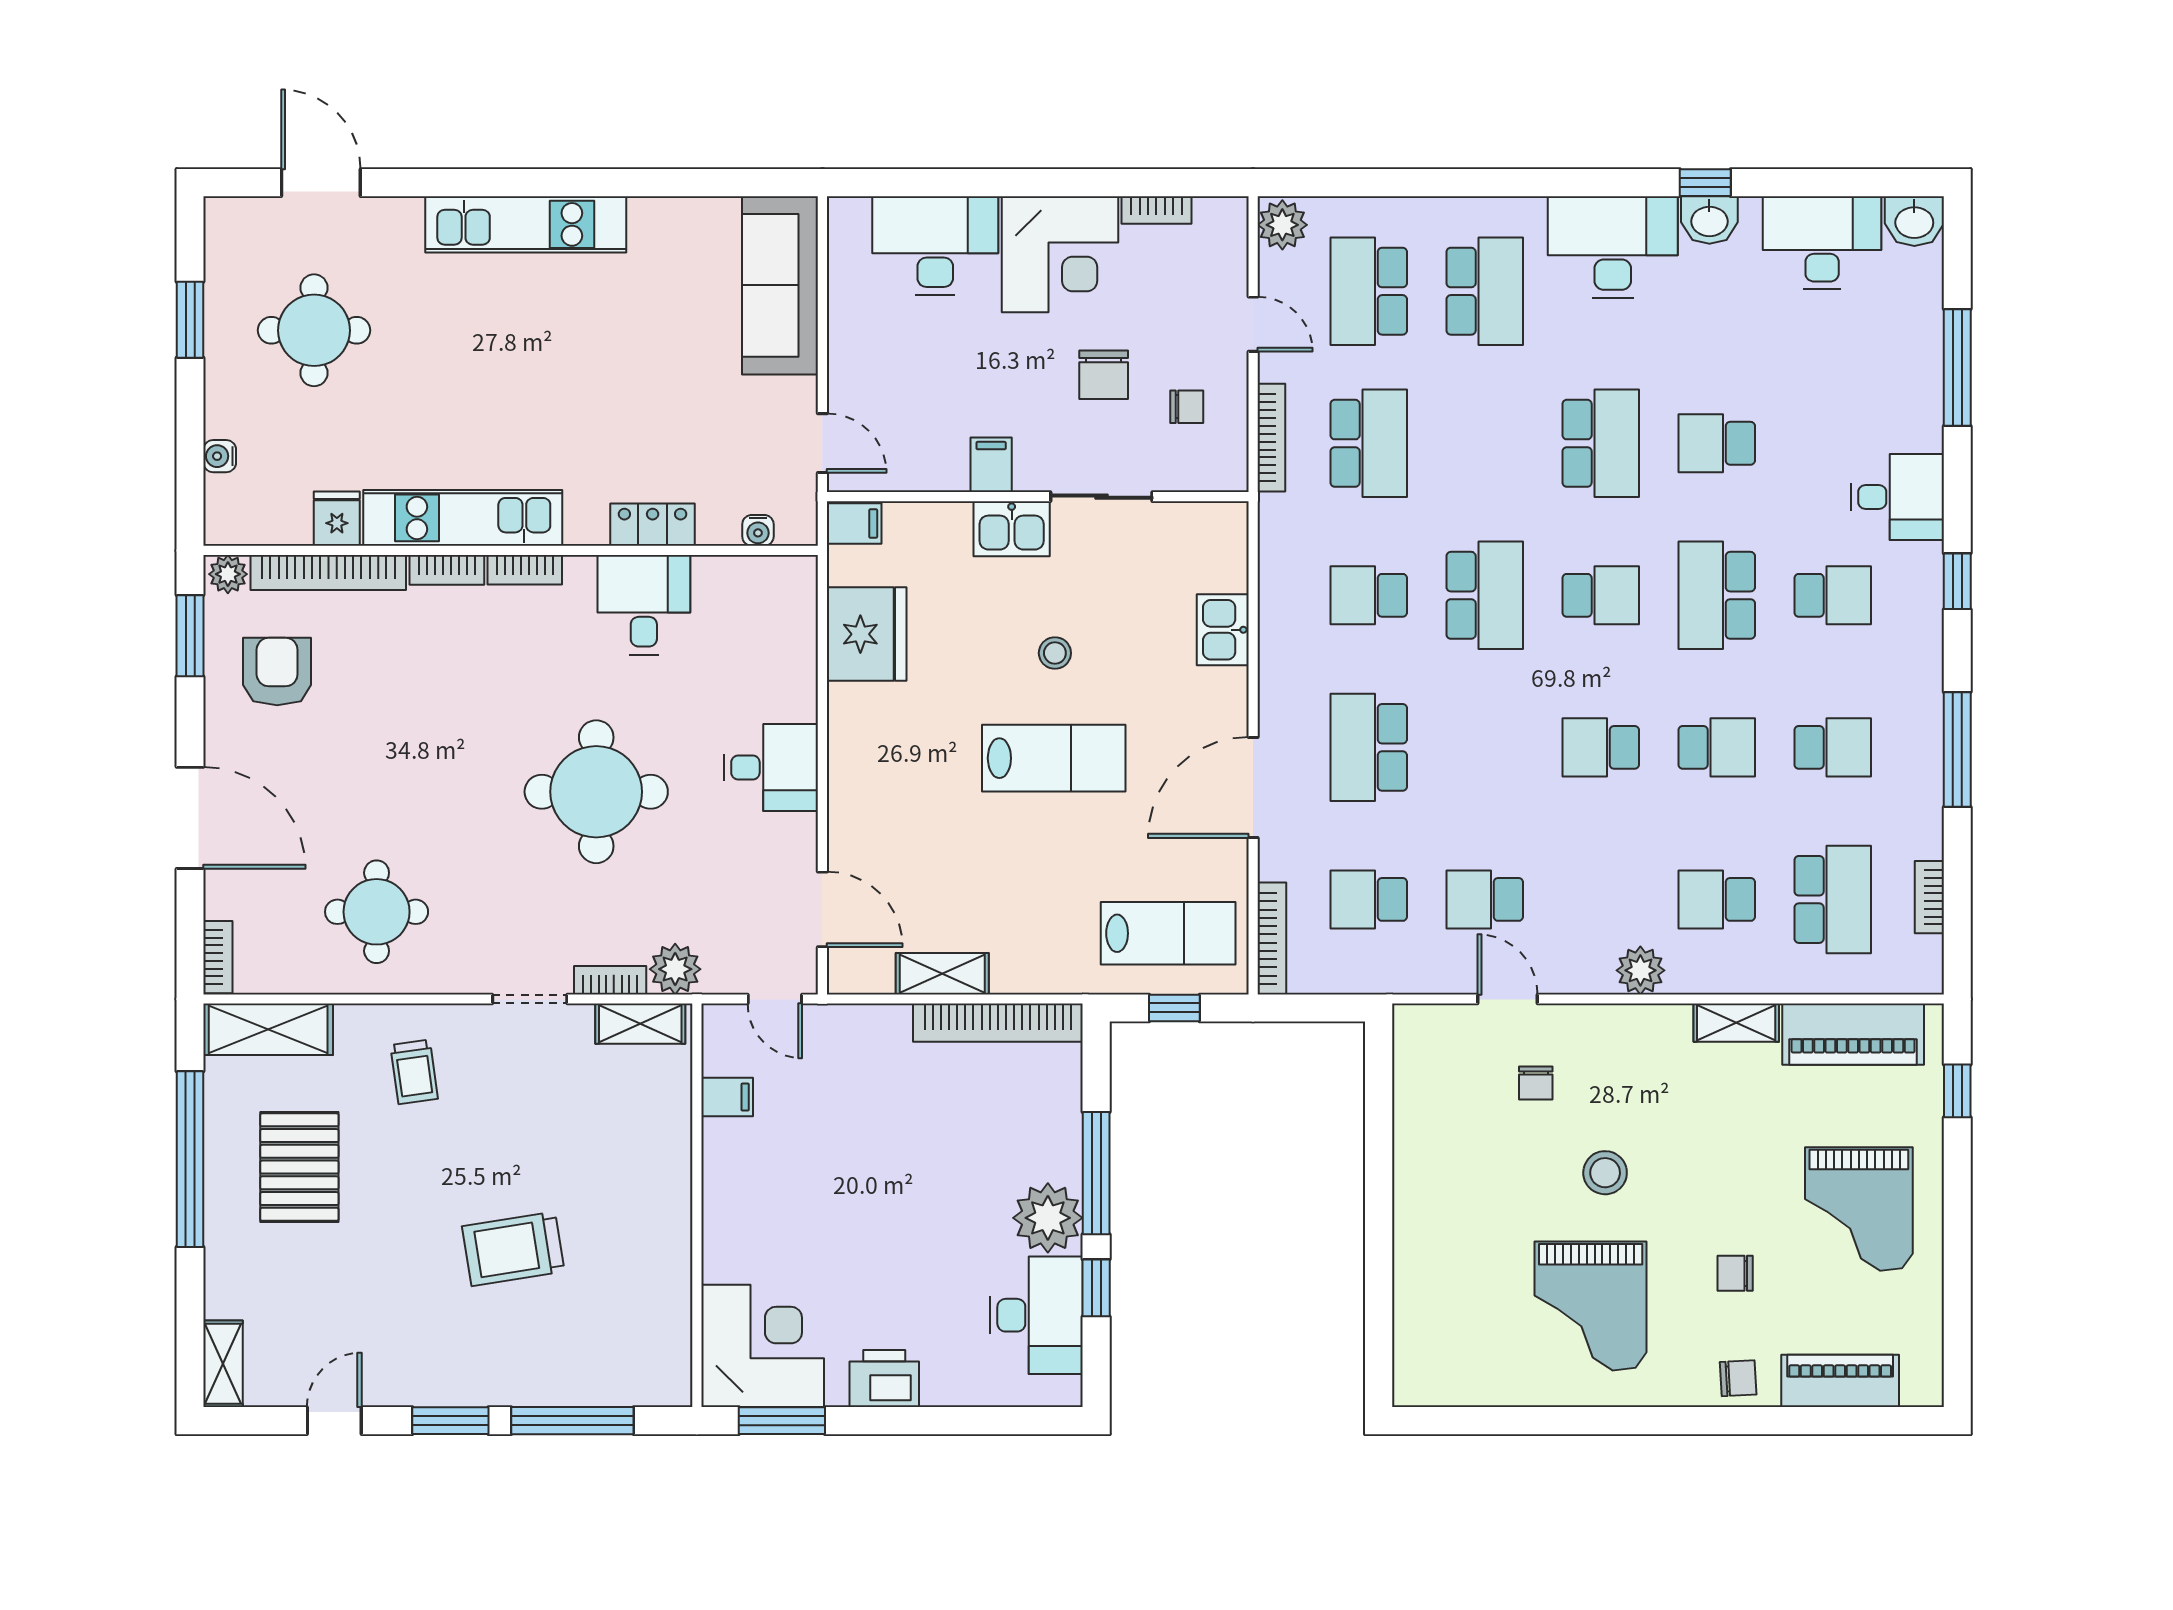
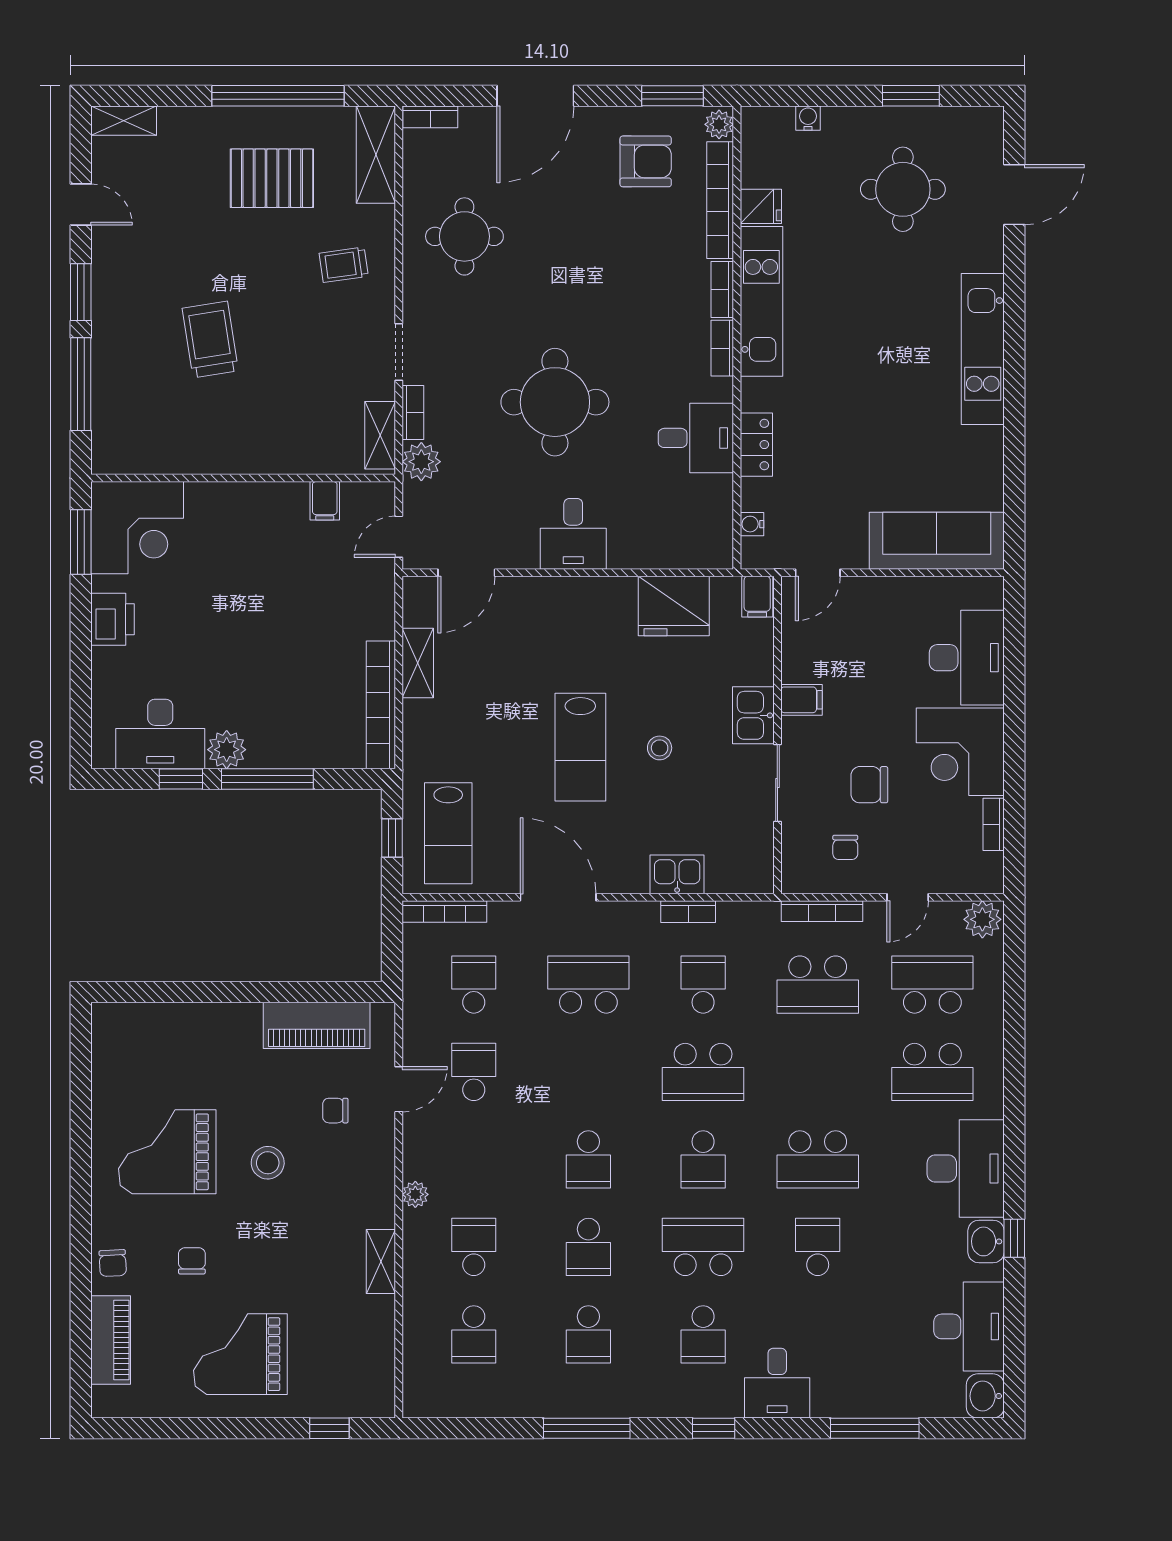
school desk: (1601, 747) -> (588, 1159), turned 180
bookcase: (1929, 897) -> (688, 912), moved, turned 180
school desk: (1833, 899) -> (474, 1334), width x0.54
plant: (1640, 970) -> (415, 1194), width x0.73, depth x0.73
piano: (1853, 1034) -> (317, 1025), moved, turned -90
plant: (1048, 1218) -> (227, 750), width x0.73, depth x0.73

